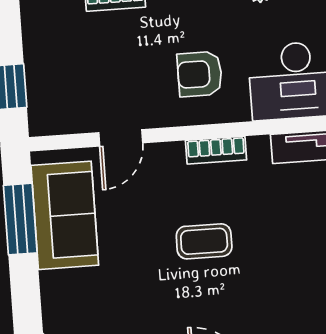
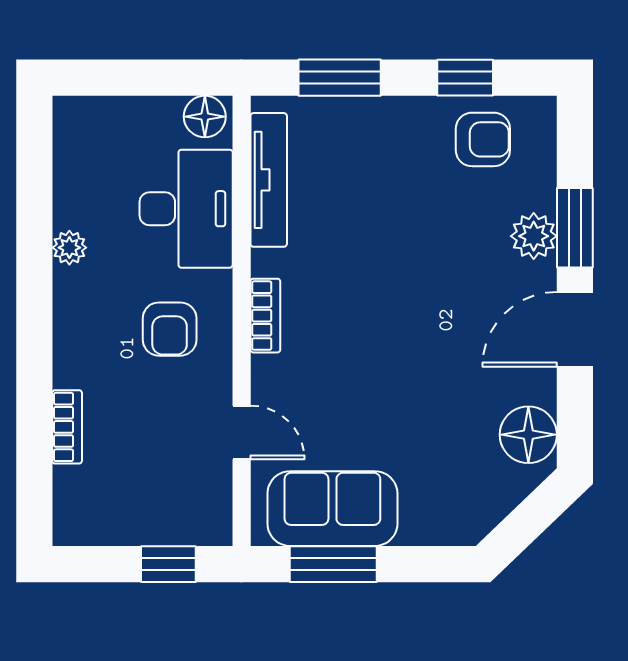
coffee table: (204, 241) -> (377, 339), removed

